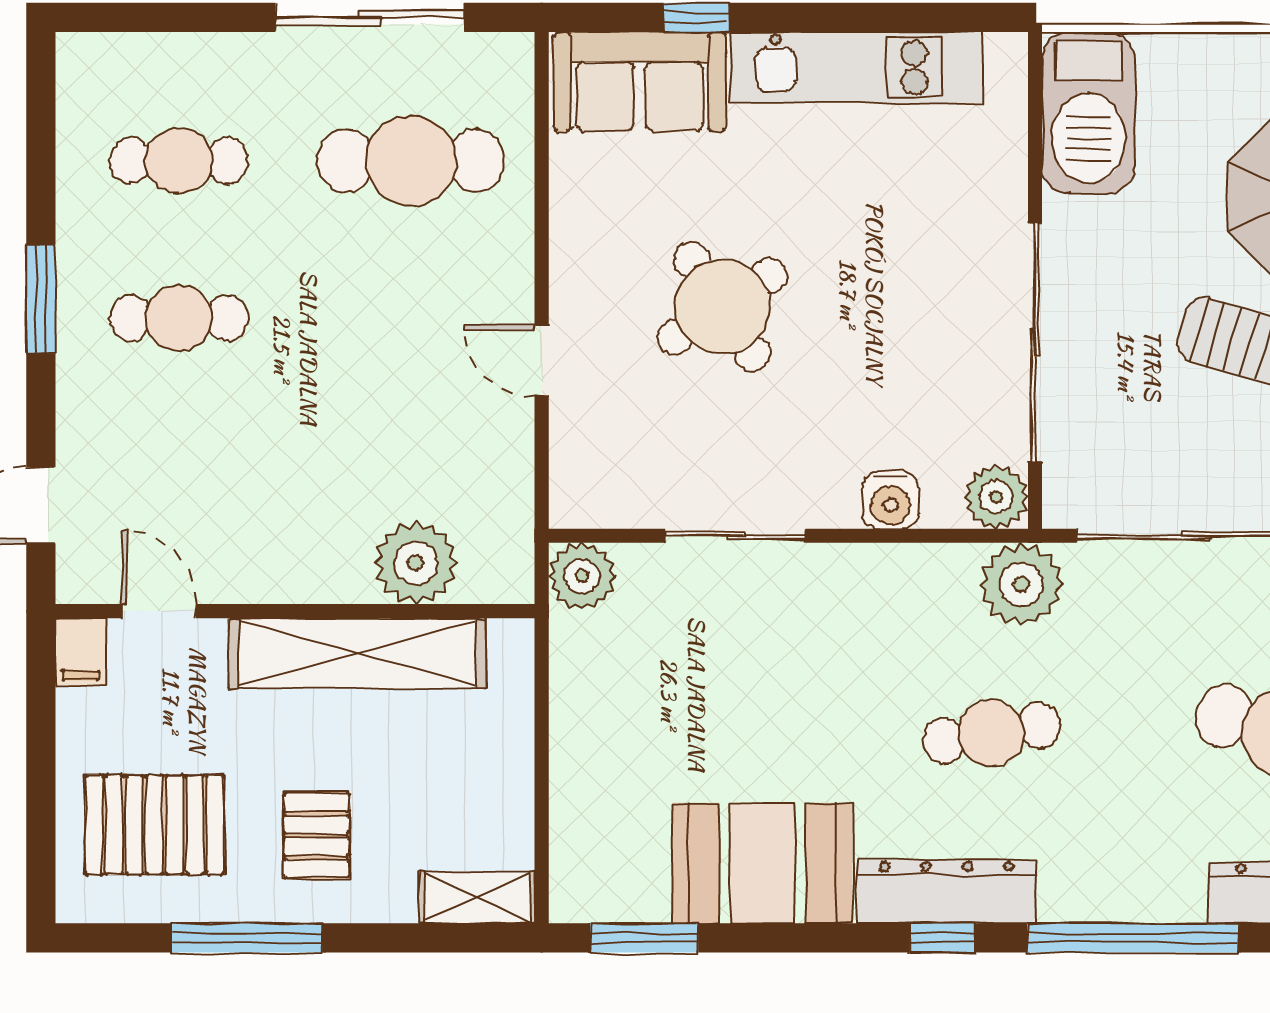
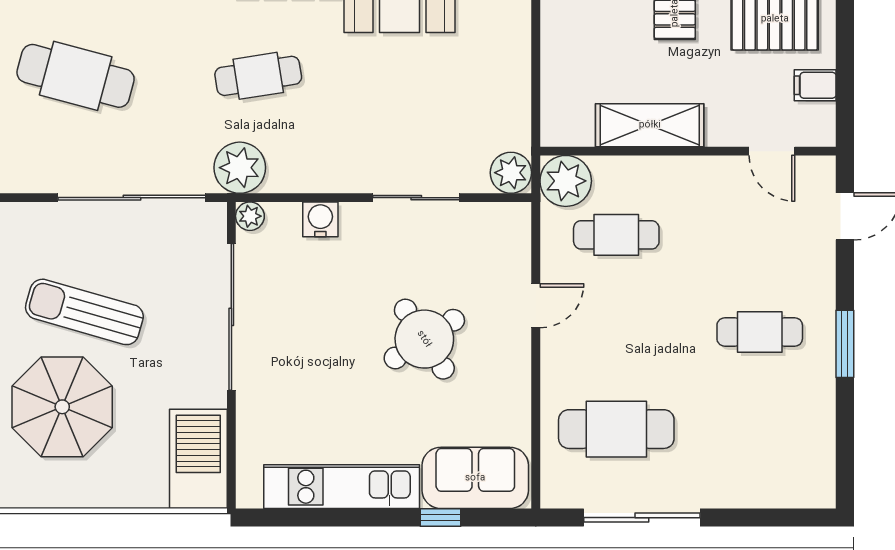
cafe table: (179, 161) -> (616, 235), moved
door: (542, 361) -> (536, 306), hinge flipped
plant: (996, 497) -> (250, 216), width x0.73, depth x0.73
plant: (416, 563) -> (566, 181), moved
filing cabinet: (81, 652) -> (815, 85), moved, turned -90
shelving: (357, 653) -> (650, 125), width x0.68

